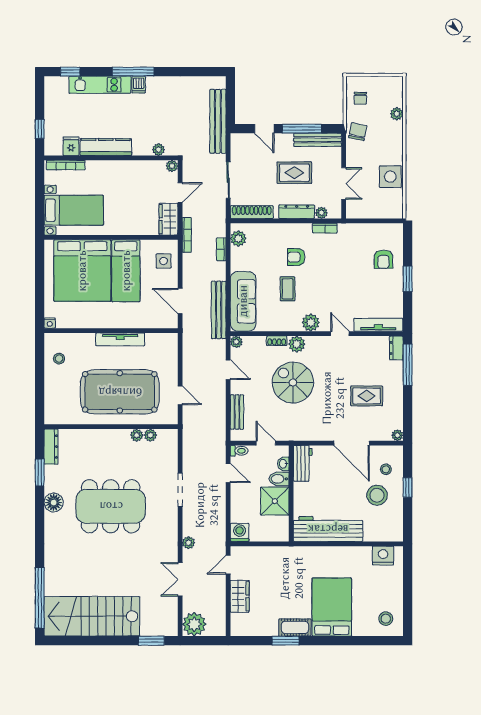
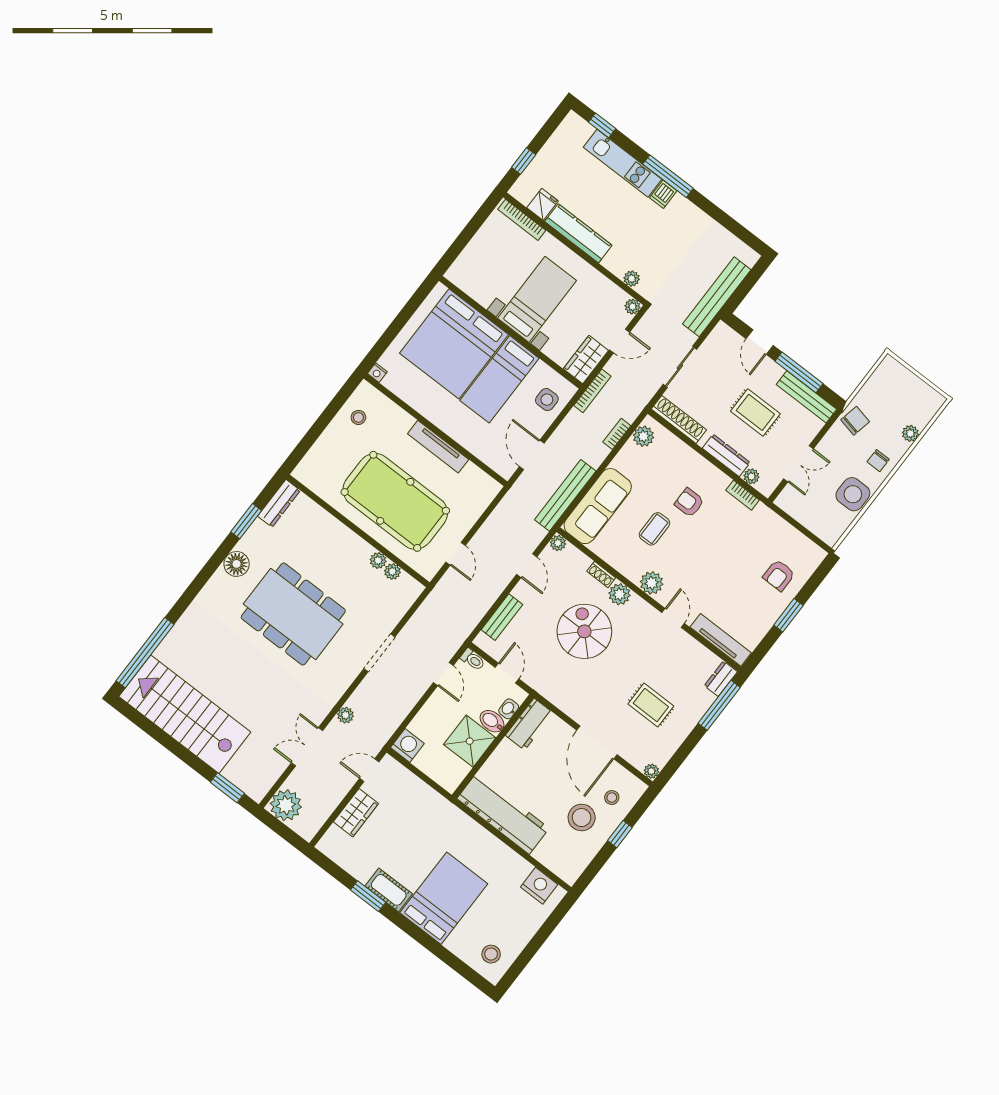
chair: (360, 98) -> (878, 461), moved
bed with nightstands: (74, 210) -> (537, 299), moved, turned -90

